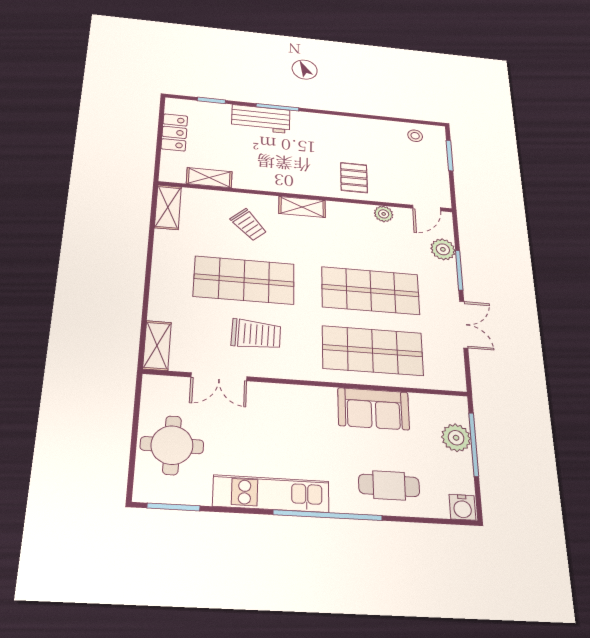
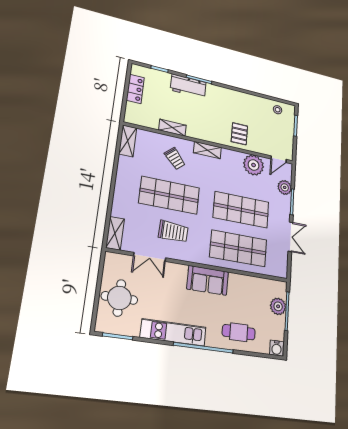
shelving: (209, 178) -> (172, 128), moved
plant: (384, 214) -> (254, 165), width x1.87, depth x1.87
sofa: (373, 409) -> (208, 280), moved

